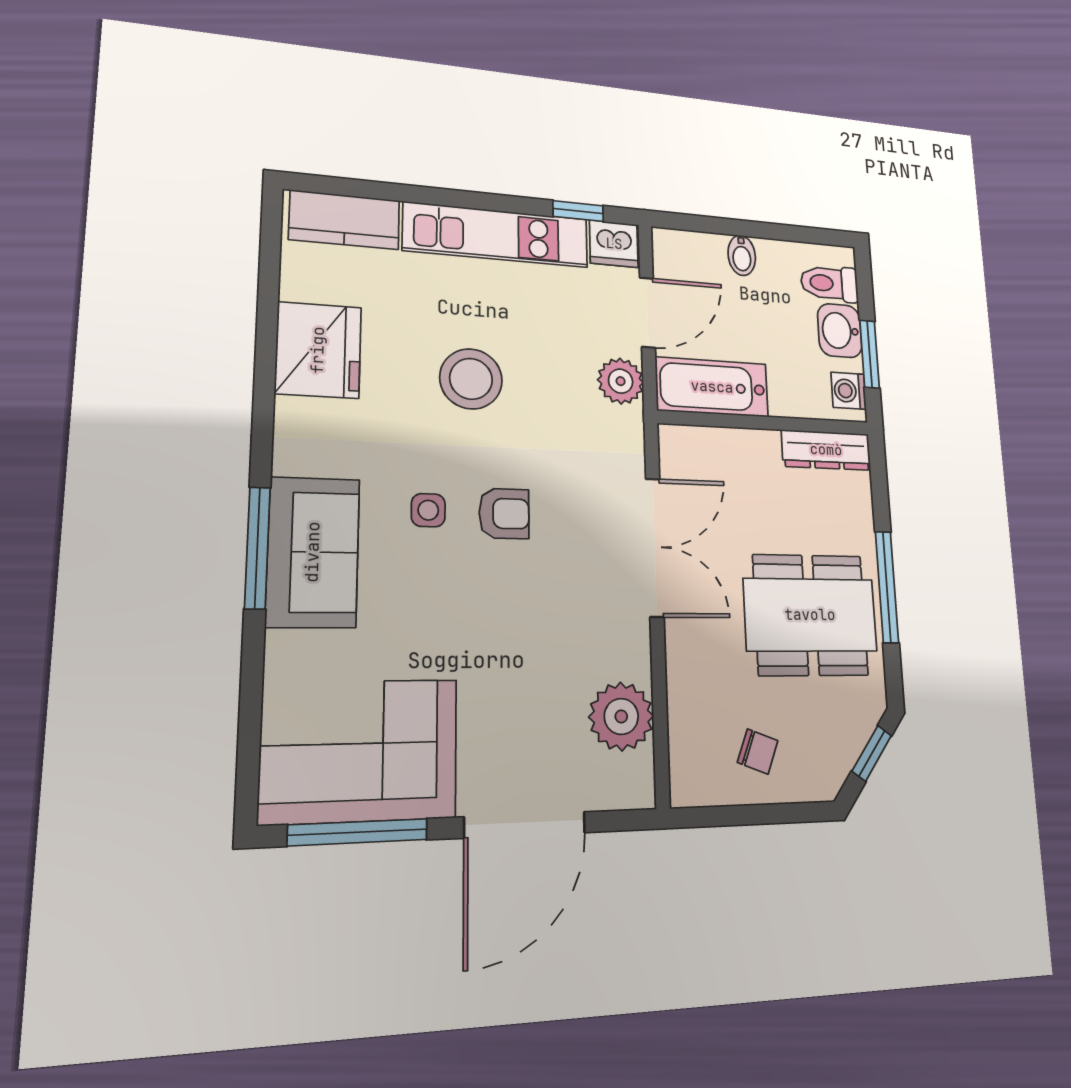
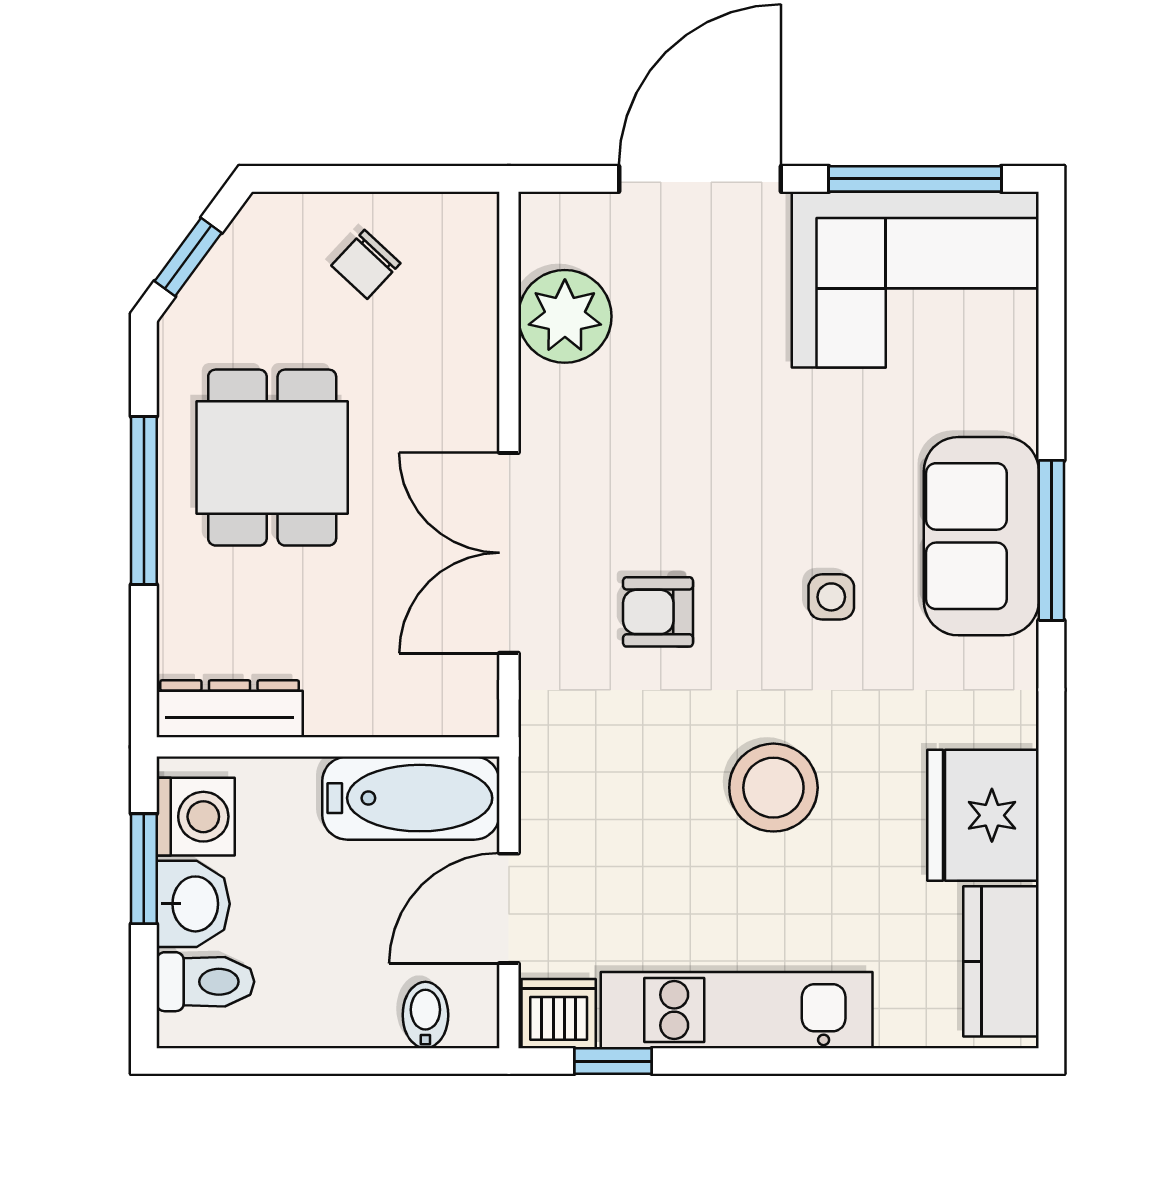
kitchen counter: (345, 220) -> (1001, 961), moved, turned -90
bidet: (742, 255) -> (425, 1015), moved
plant: (621, 381) -> (553, 798), removed
washing machine: (849, 391) -> (196, 817), width x1.38, depth x1.38
armchair: (504, 513) -> (658, 612), moved
dining table: (810, 615) -> (272, 458), width x0.73
chair: (758, 751) -> (366, 264), turned -68

